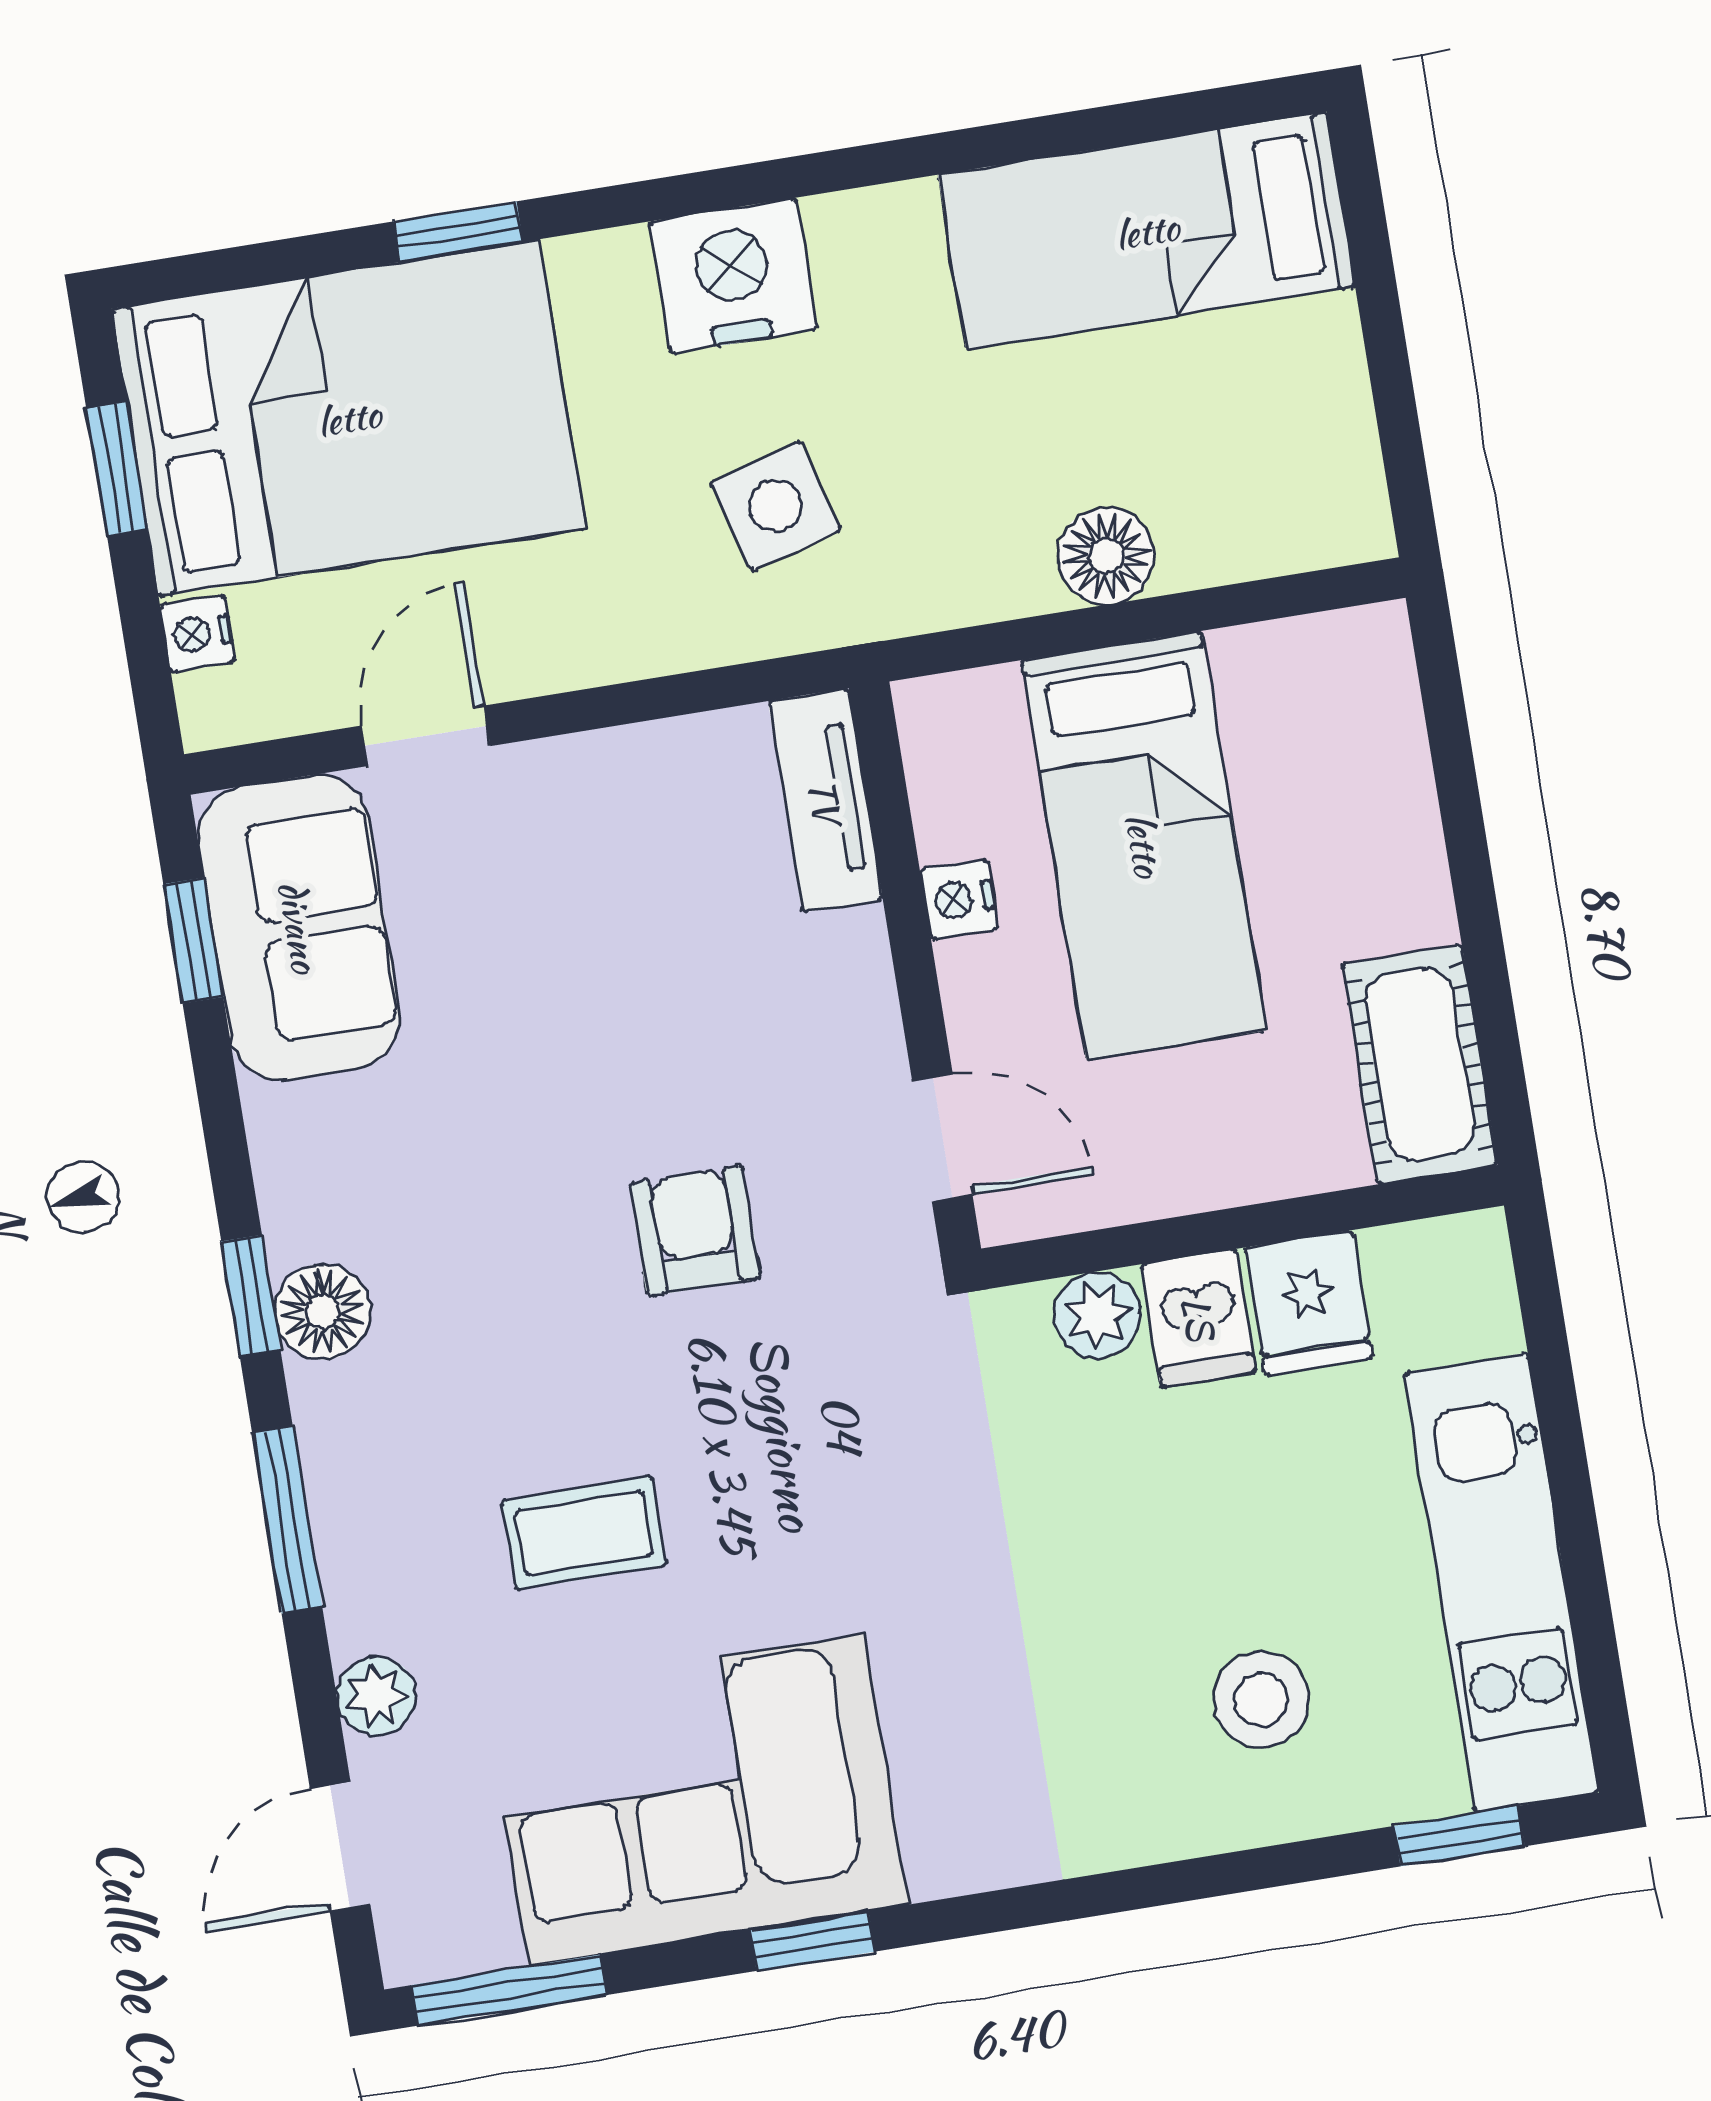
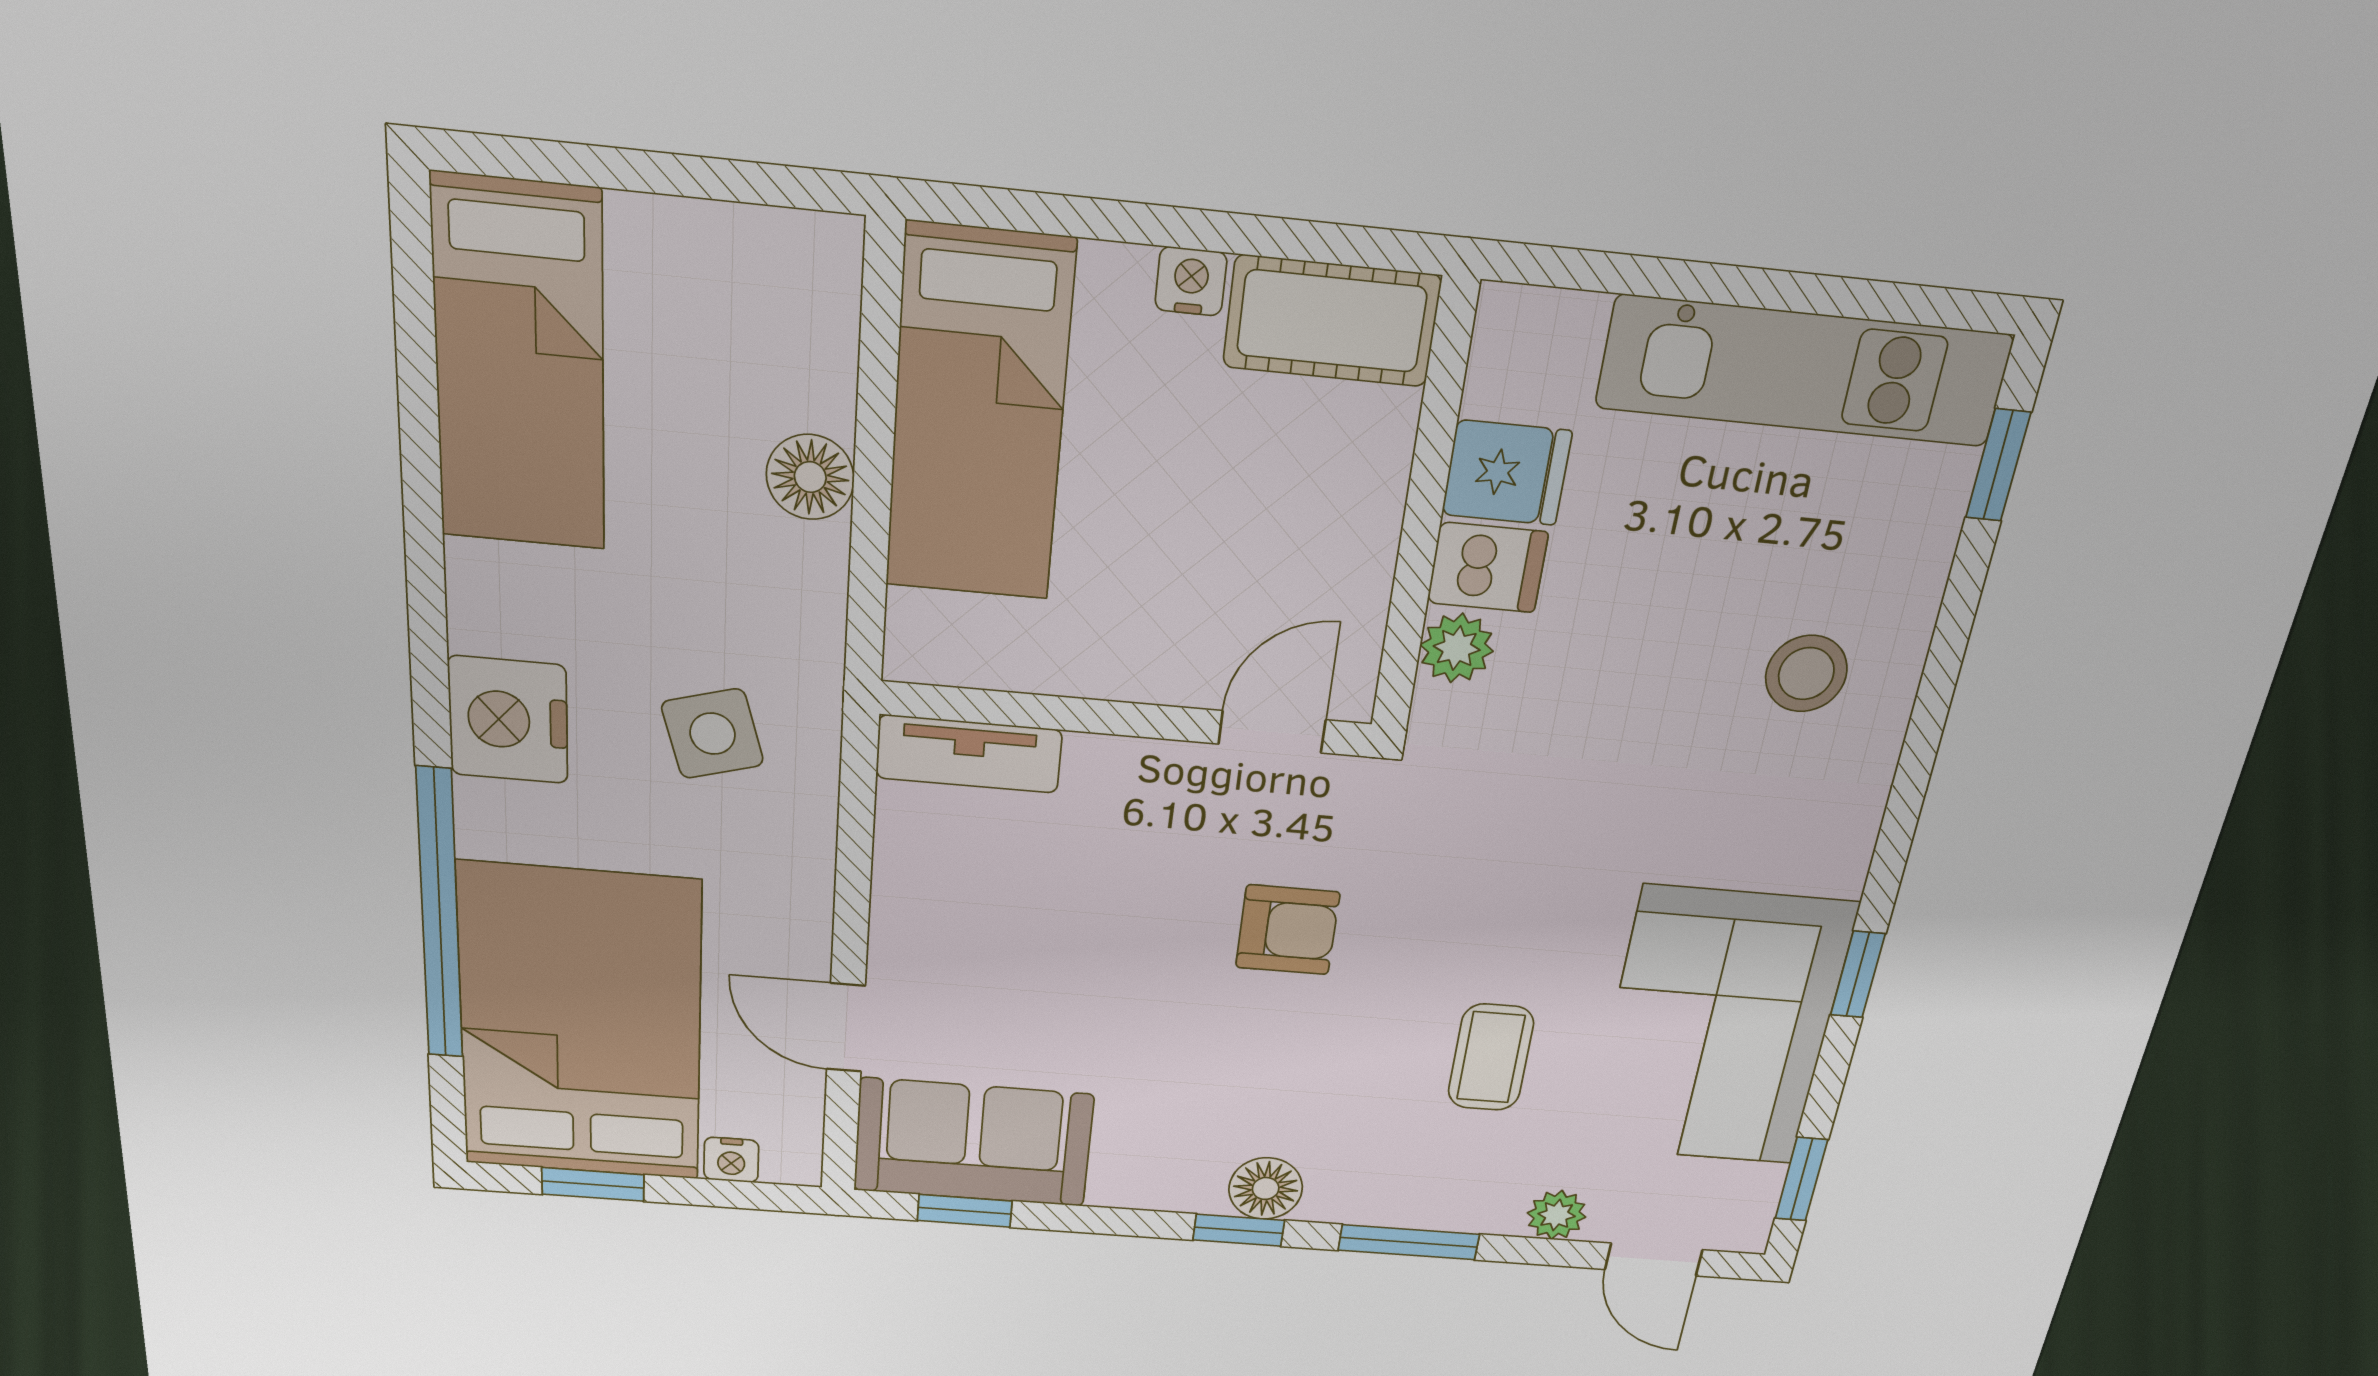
window: (458, 232) -> (440, 916), width x3.17
bed: (1144, 845) -> (979, 416), moved, turned 90
nightstand: (959, 899) -> (1191, 281), moved, turned 180
armchair: (695, 1231) -> (1288, 930), turned 180
stool: (1261, 1700) -> (1806, 674), moved
window: (509, 1990) -> (1801, 1179), width x0.67

